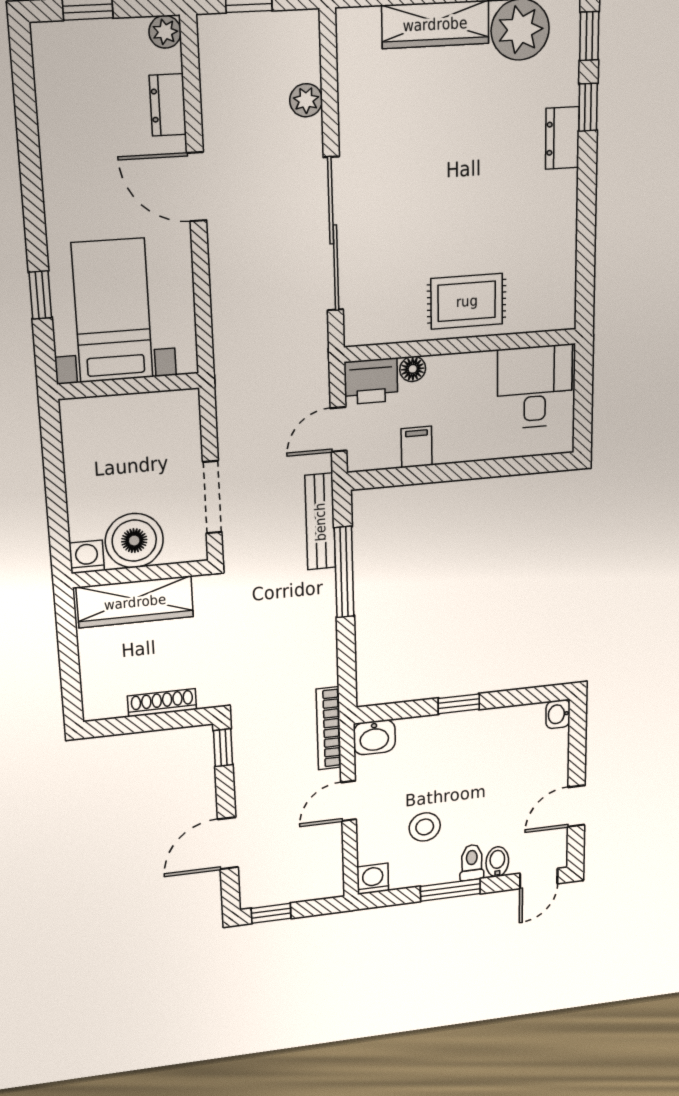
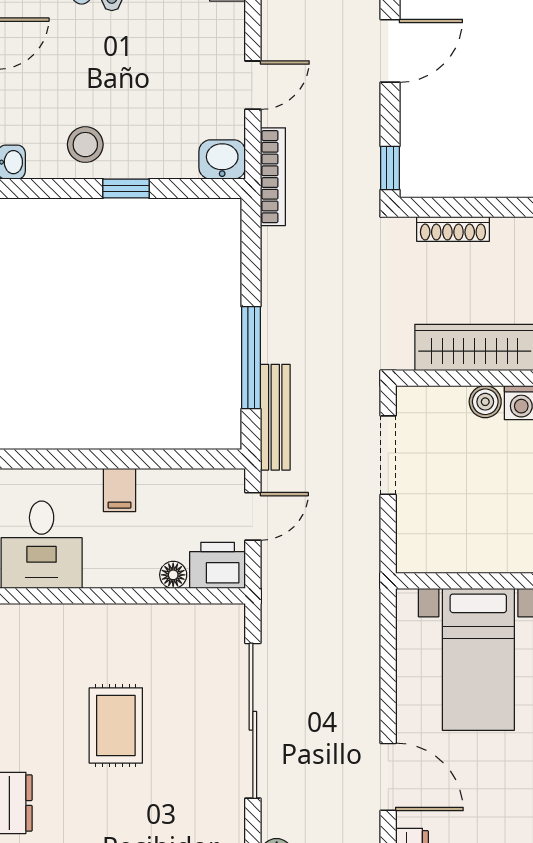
rug: (467, 301) -> (116, 726), moved, turned 90
filing cabinet: (417, 447) -> (119, 490), moved
boiler: (134, 541) -> (485, 402), width x0.54, depth x0.54
stool: (425, 827) -> (85, 145), moved

